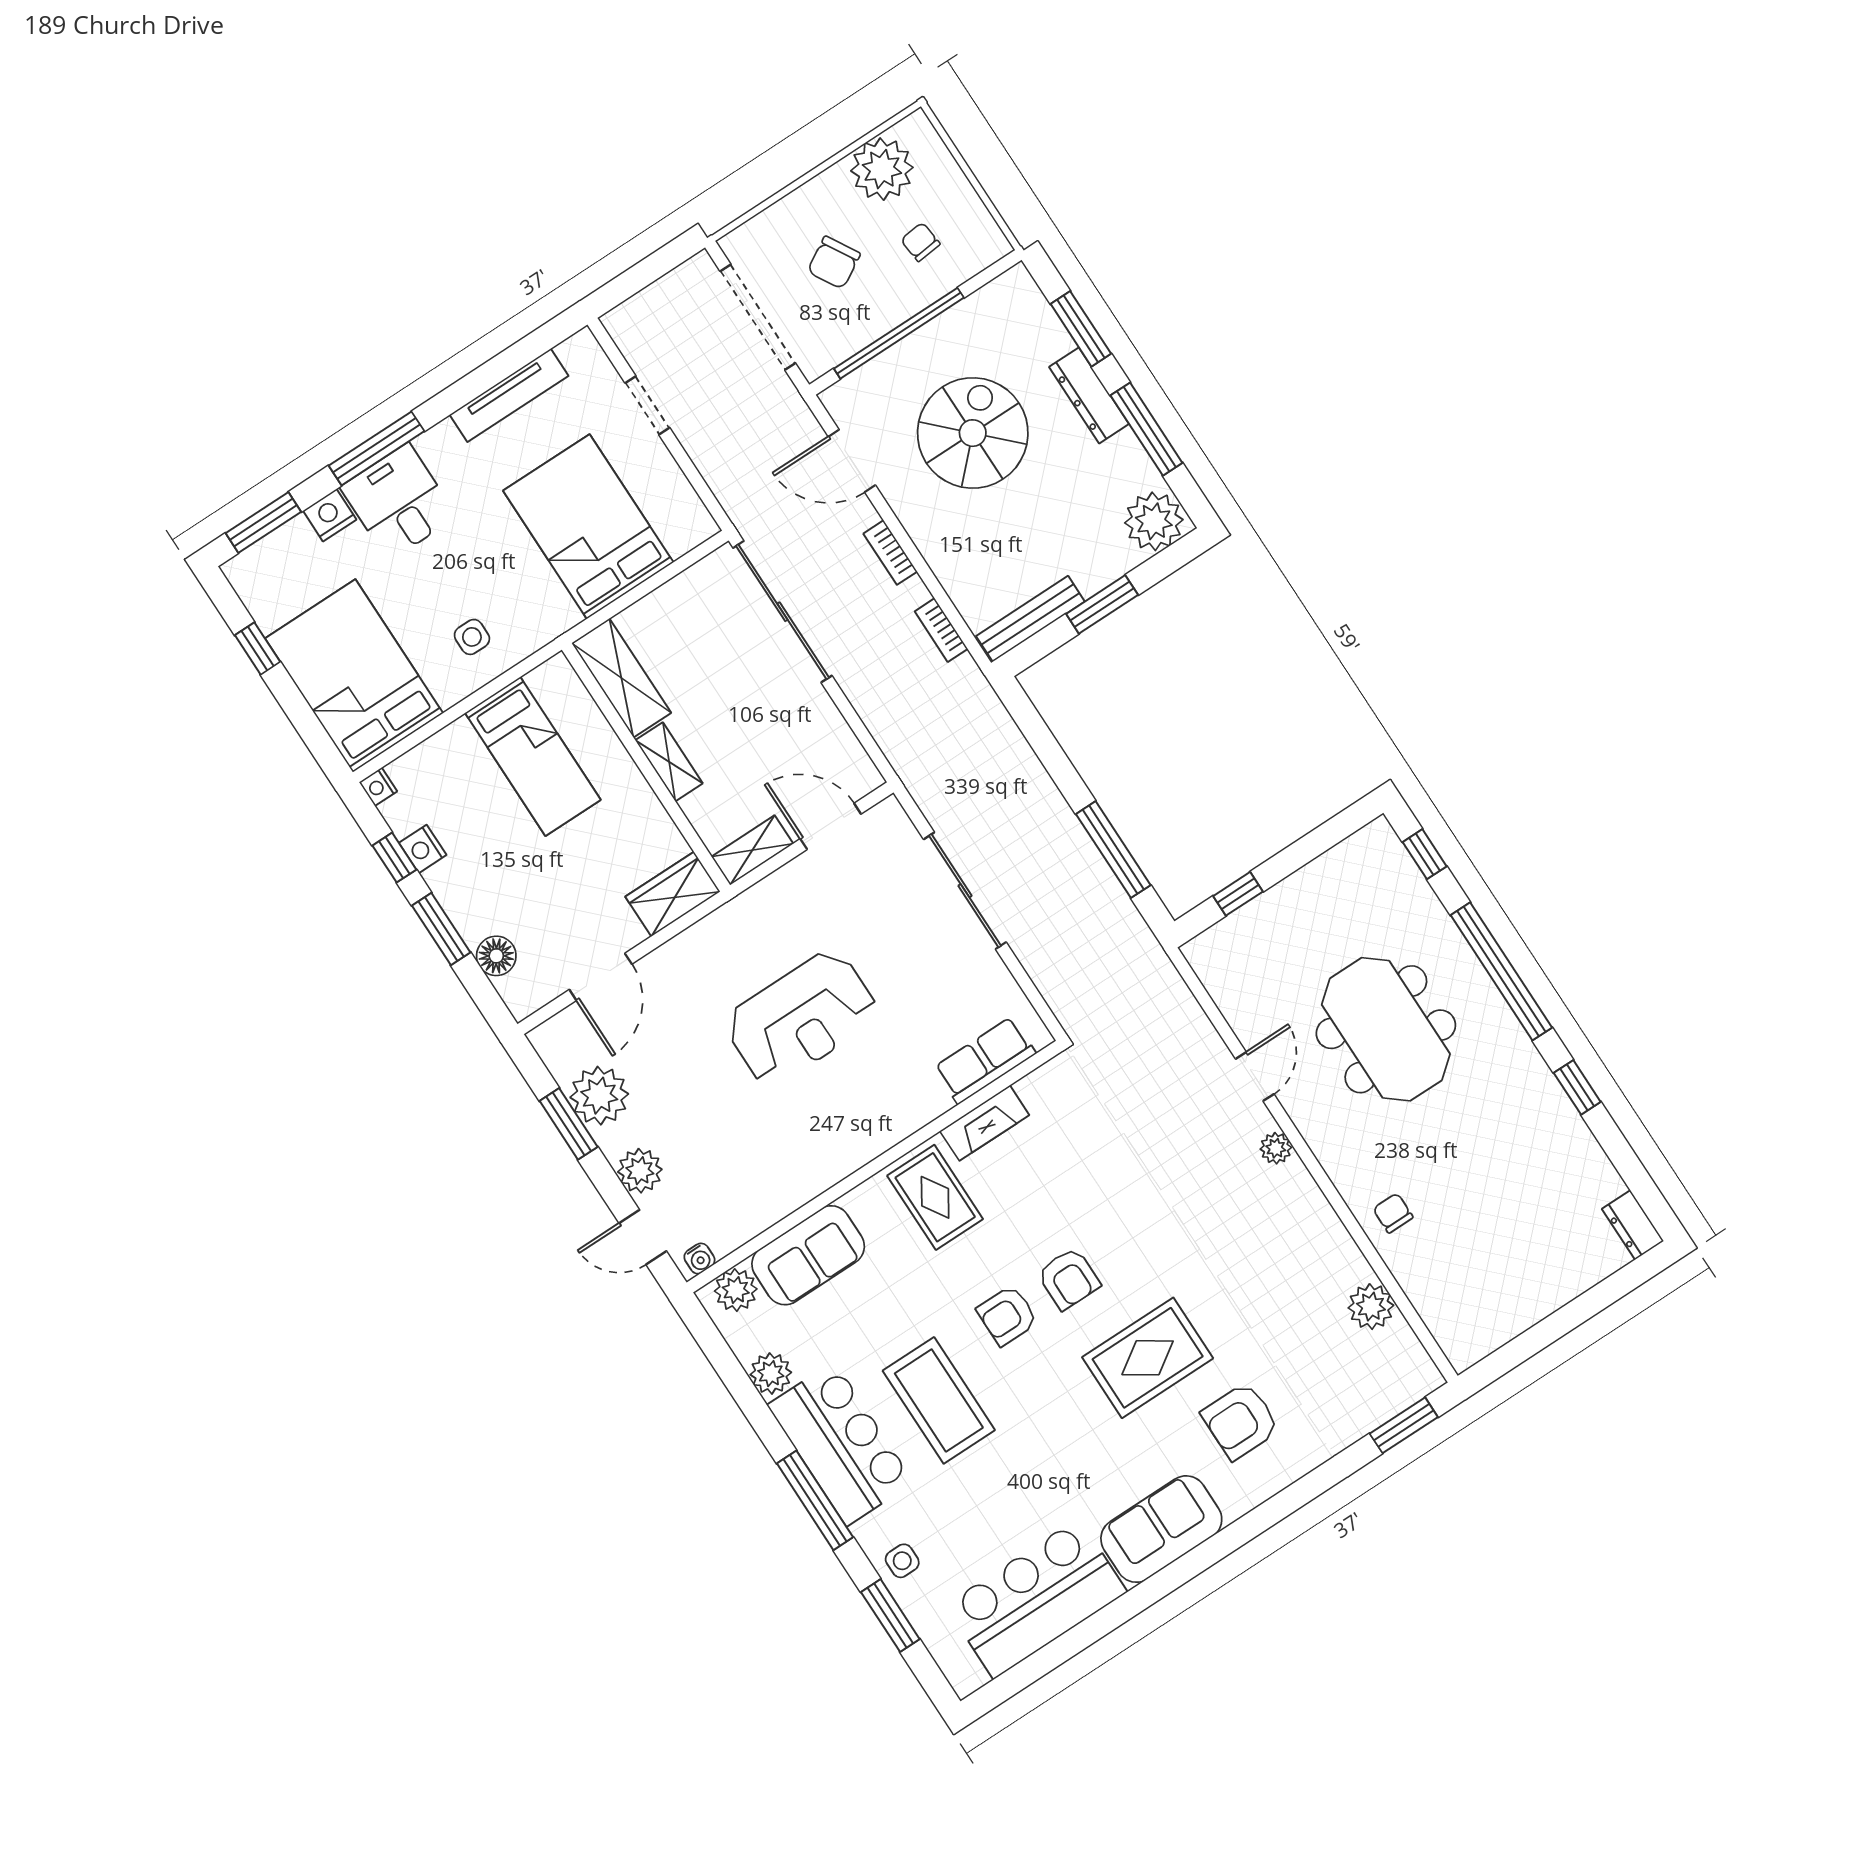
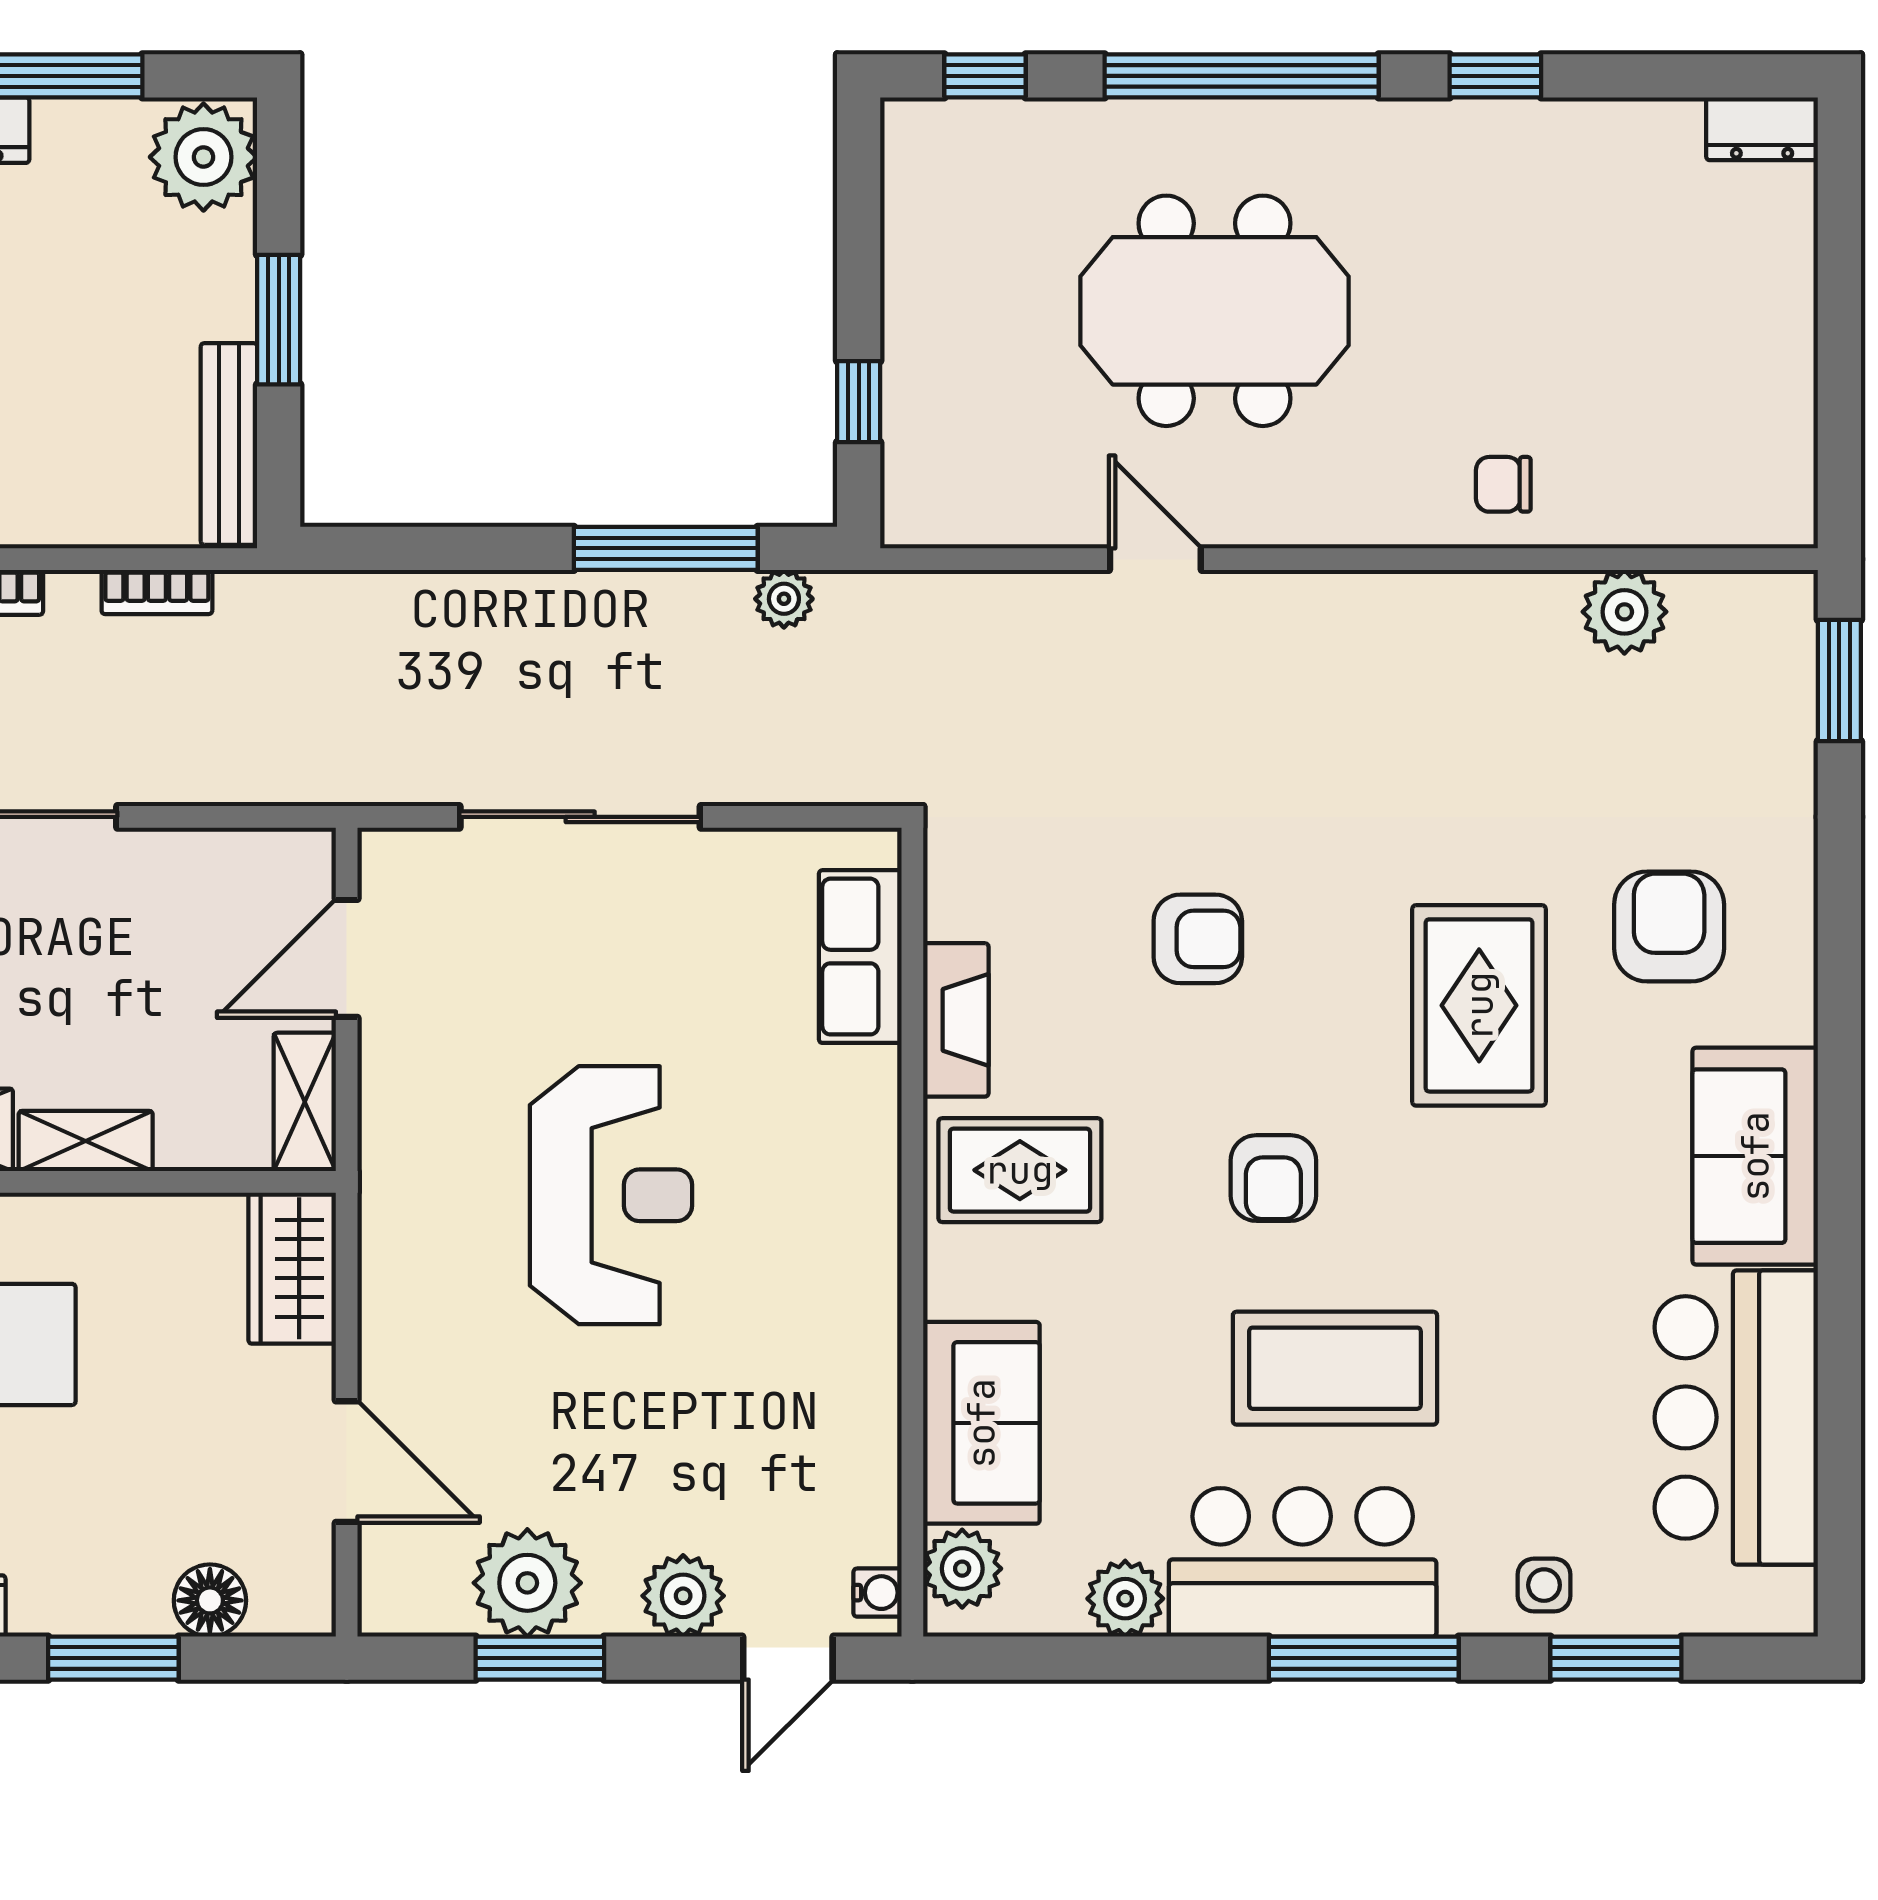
plant: (1276, 1148) -> (784, 599), moved
armchair: (1069, 1279) -> (1198, 939), moved
armchair: (1240, 1421) -> (1669, 926), turned 180

